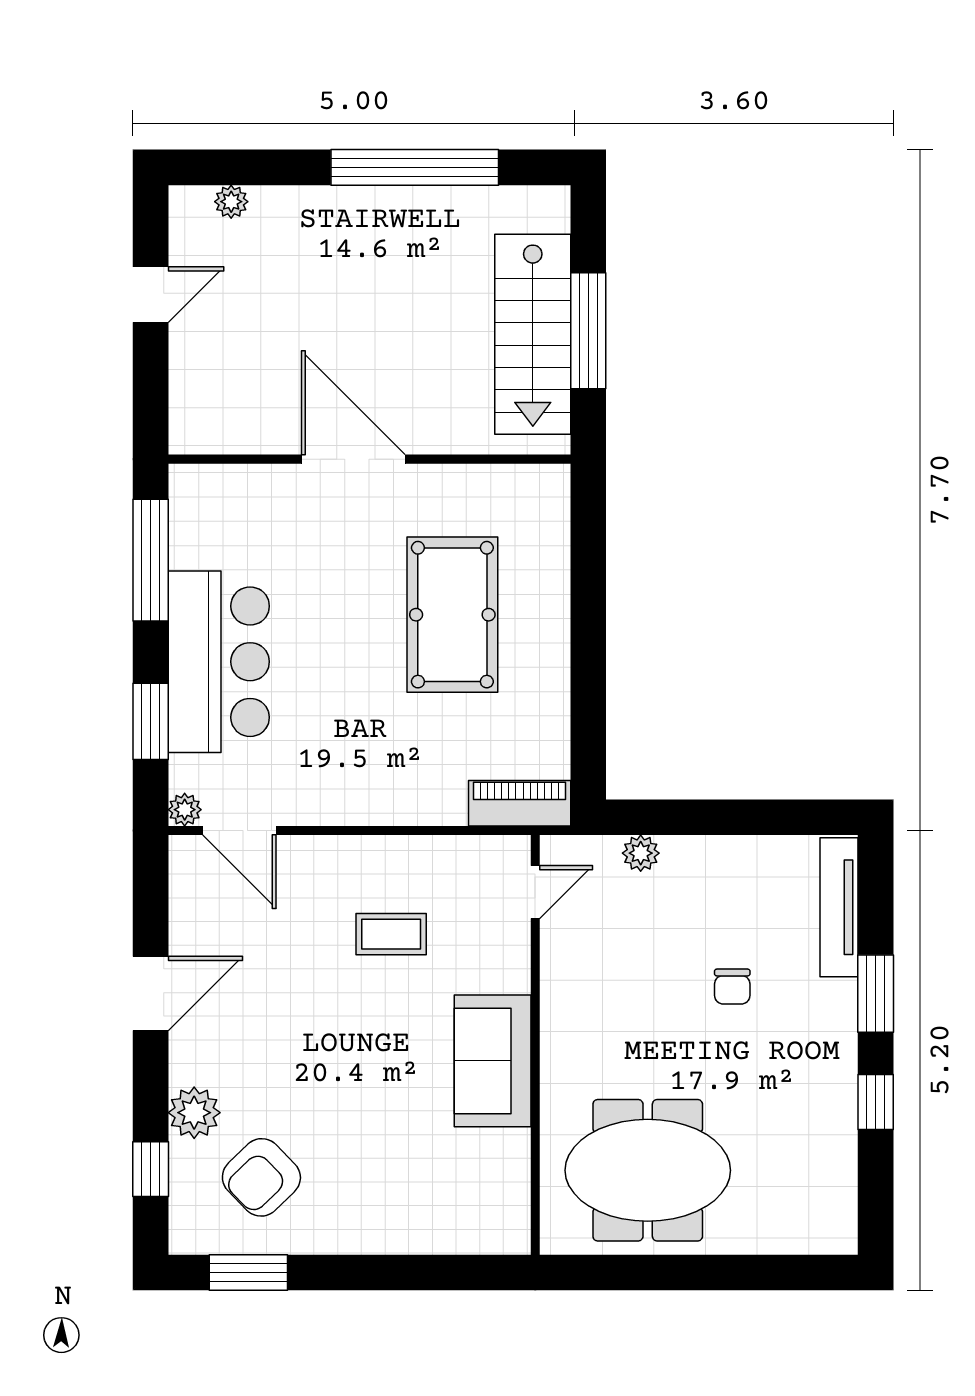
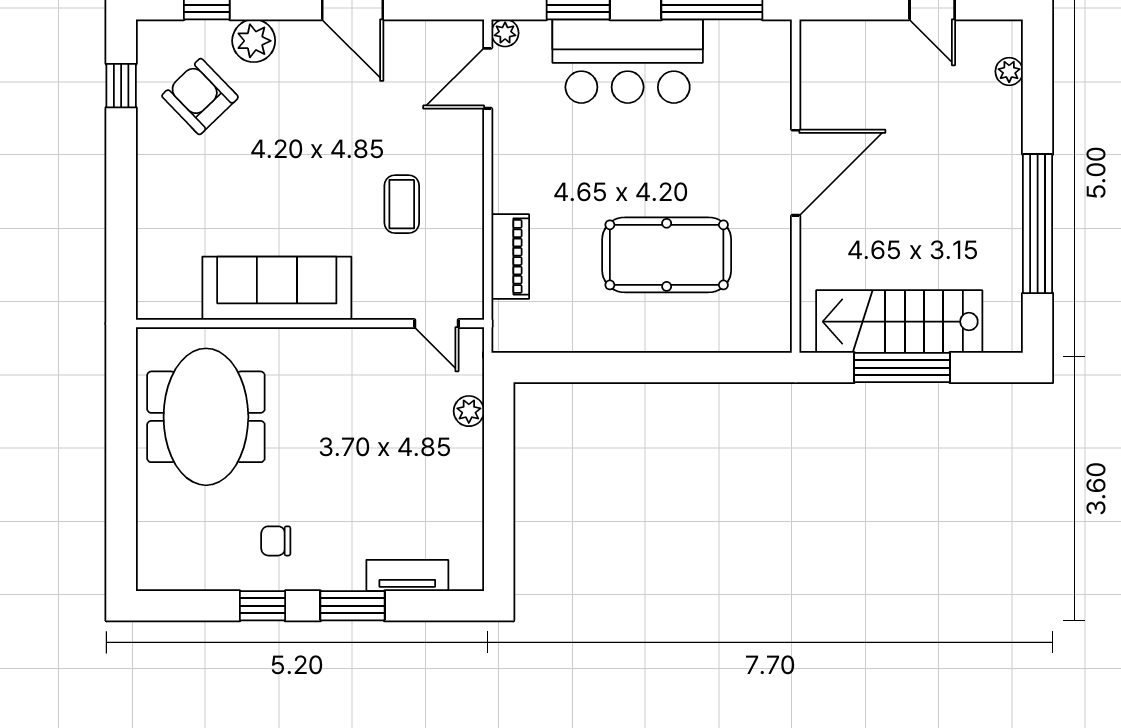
piano: (520, 803) -> (510, 256), moved
tv unit: (839, 907) -> (407, 575), width x0.71
chair: (732, 987) -> (276, 541), moved
sofa: (493, 1061) -> (277, 288), width x1.36
window: (248, 1273) -> (121, 86), width x0.67

